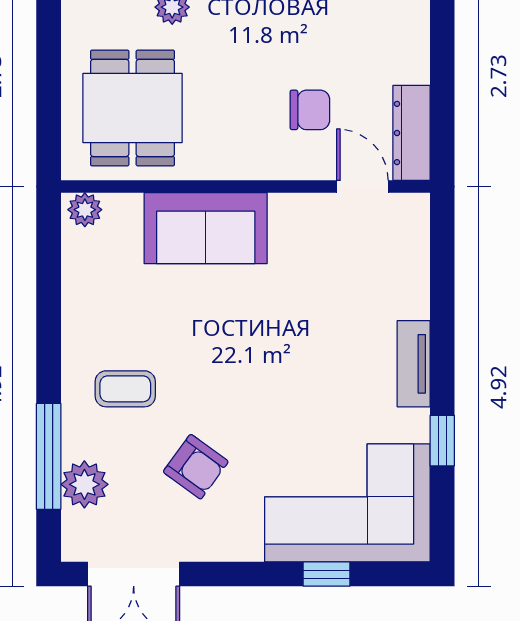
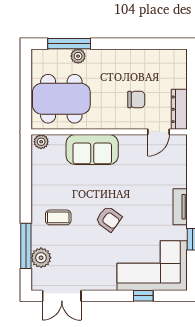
dining table: (133, 108) -> (61, 99), width x1.38
door: (362, 187) -> (158, 132), swing flipped
armchair: (196, 467) -> (109, 219), moved

